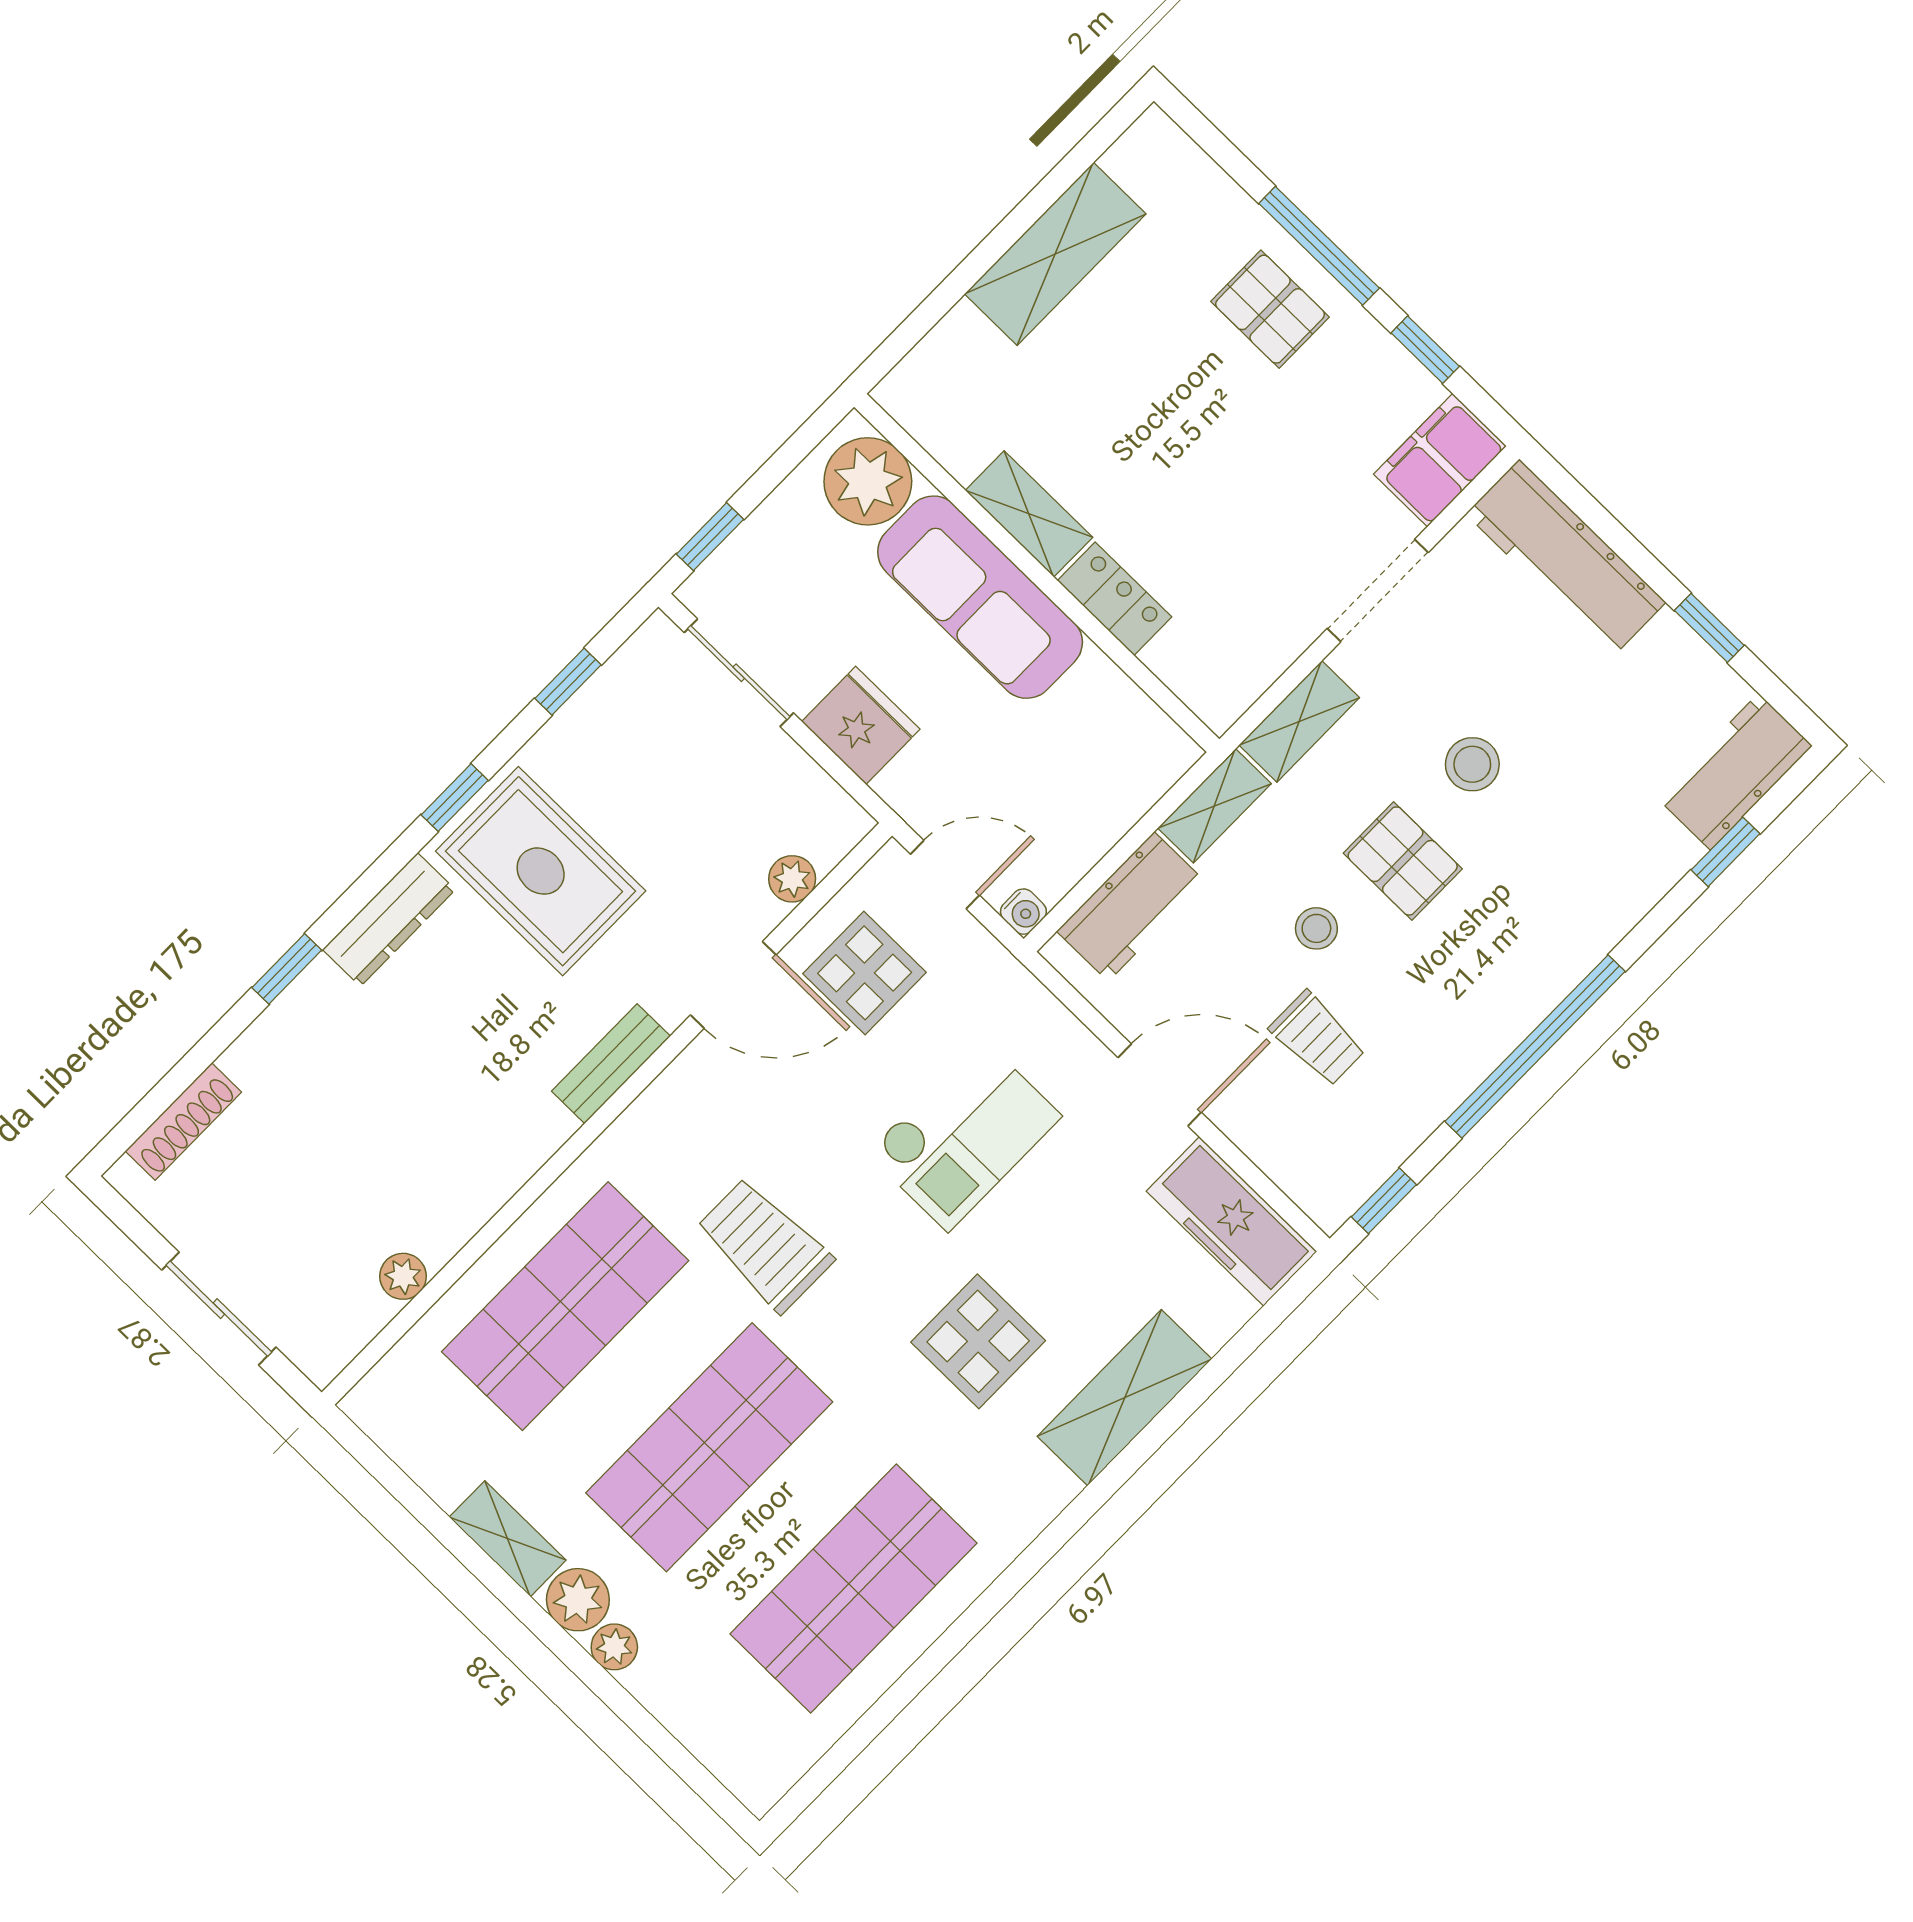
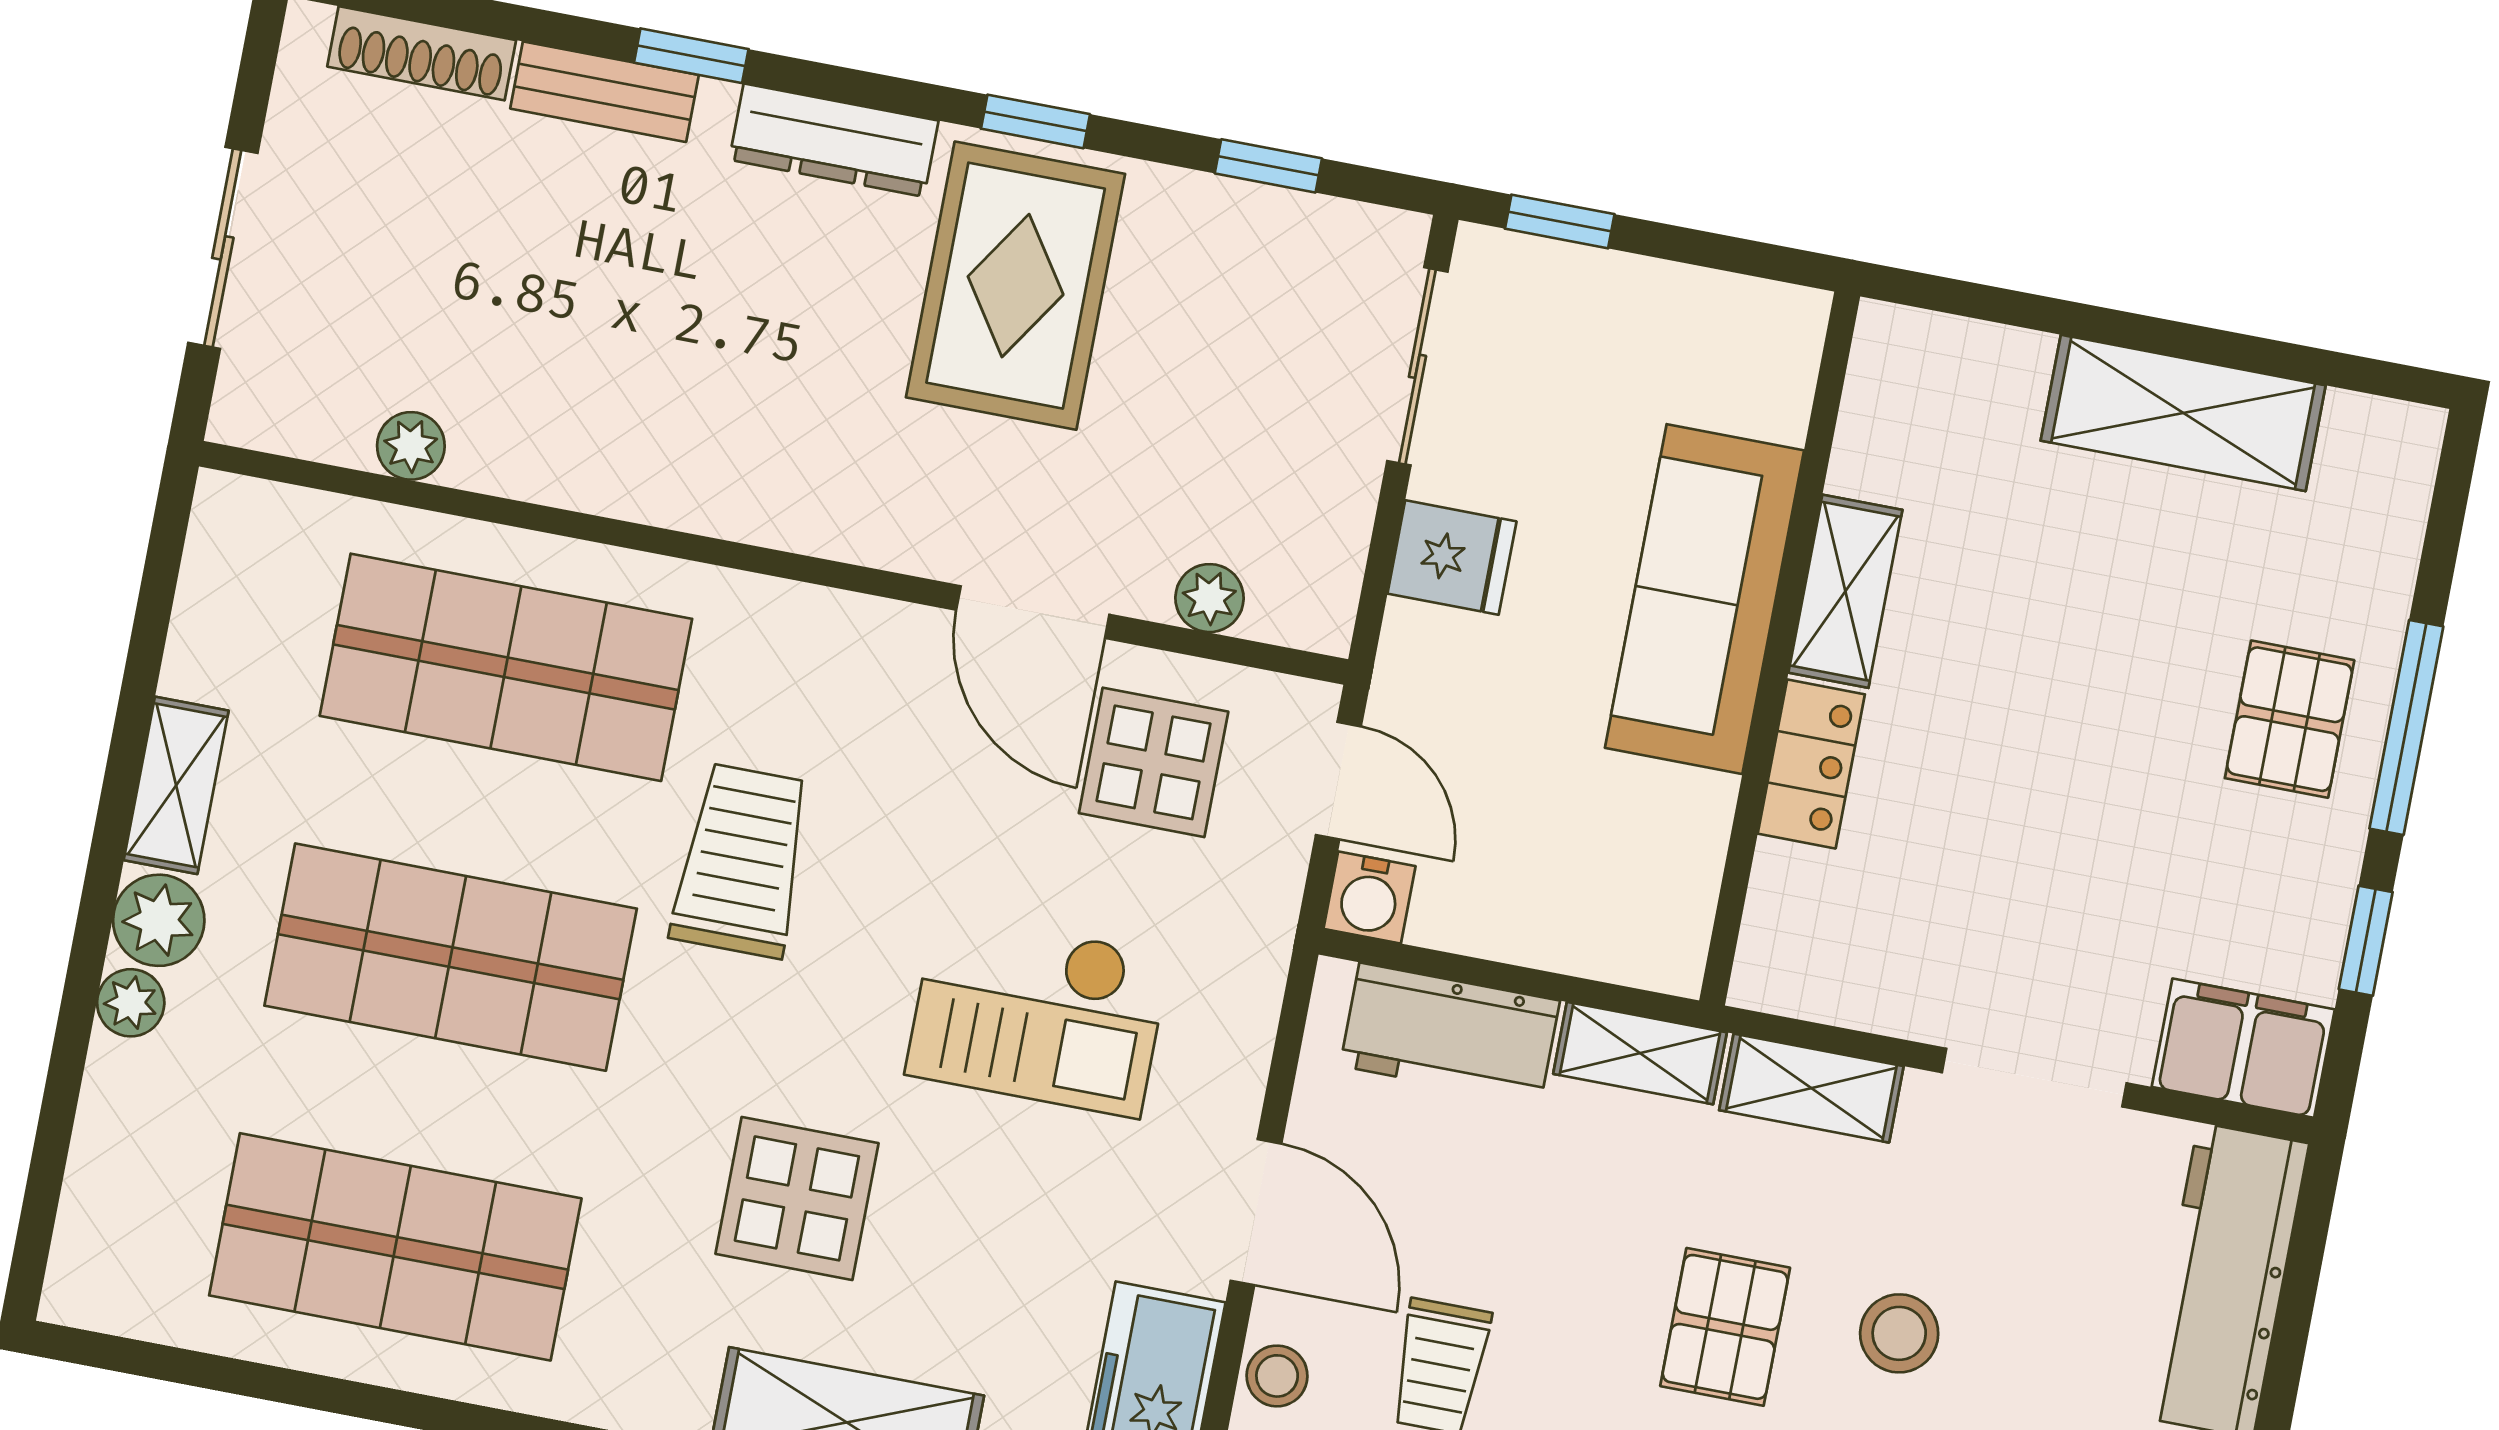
plant: (868, 481) -> (1755, 369), removed
fridge: (861, 725) -> (1452, 558), width x0.72
water cooler: (1023, 912) -> (1369, 897), width x1.38, depth x1.38
stool: (1316, 928) -> (1277, 1376), moved
bench: (611, 1064) -> (604, 92), moved

